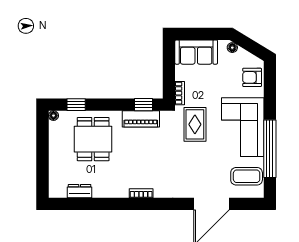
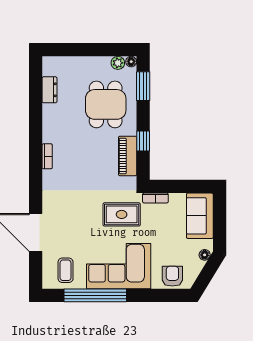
window: (76, 105) -> (143, 86), width x1.50
window: (144, 105) -> (143, 141), moved
plant: (55, 128) -> (118, 63), added
dining table: (93, 139) -> (106, 104), turned 90
coffee table: (247, 176) -> (66, 270), width x0.73, depth x0.77

